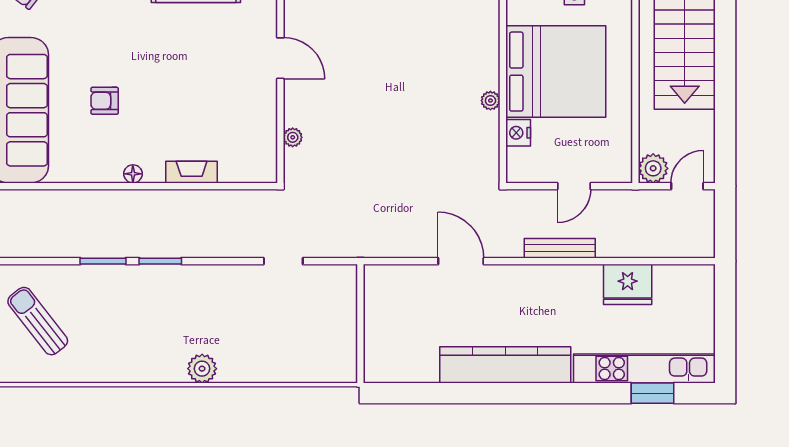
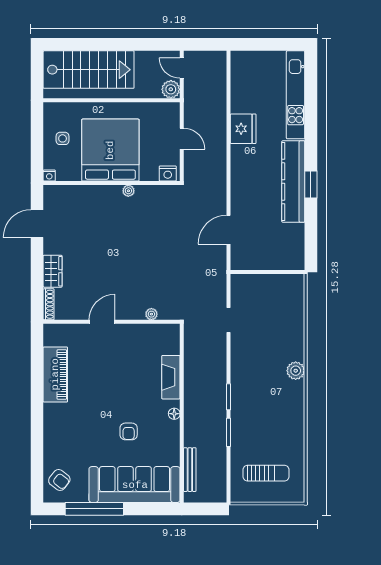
nightstand: (518, 133) -> (168, 173), moved
fireplace: (192, 172) -> (171, 377), width x1.37, depth x1.32
bench: (560, 248) -> (190, 470), moved
door: (461, 261) -> (229, 230), moved
fridge: (628, 284) -> (243, 129), moved
sun lounger: (38, 321) -> (266, 473), turned -142
window: (653, 393) -> (311, 184), moved

